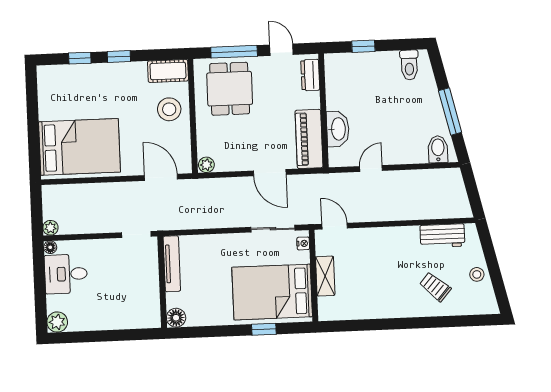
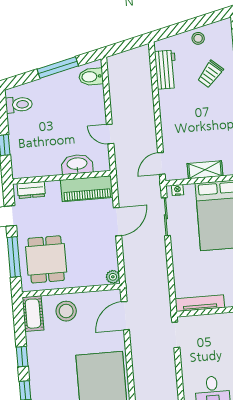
dining table: (230, 89) -> (46, 259), turned 90

